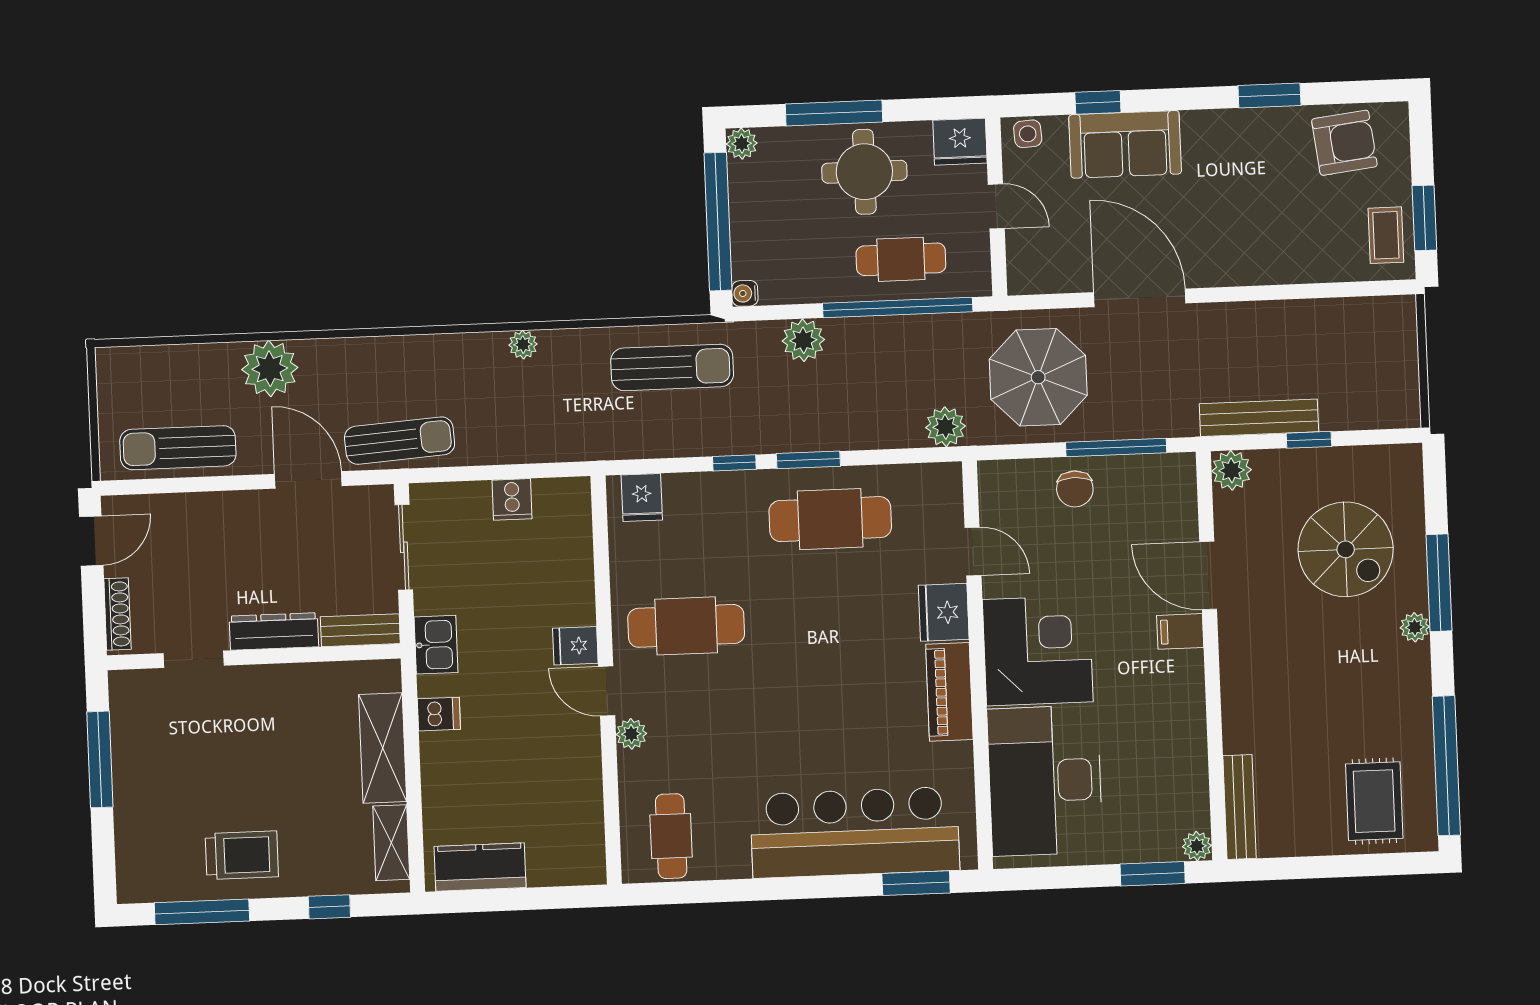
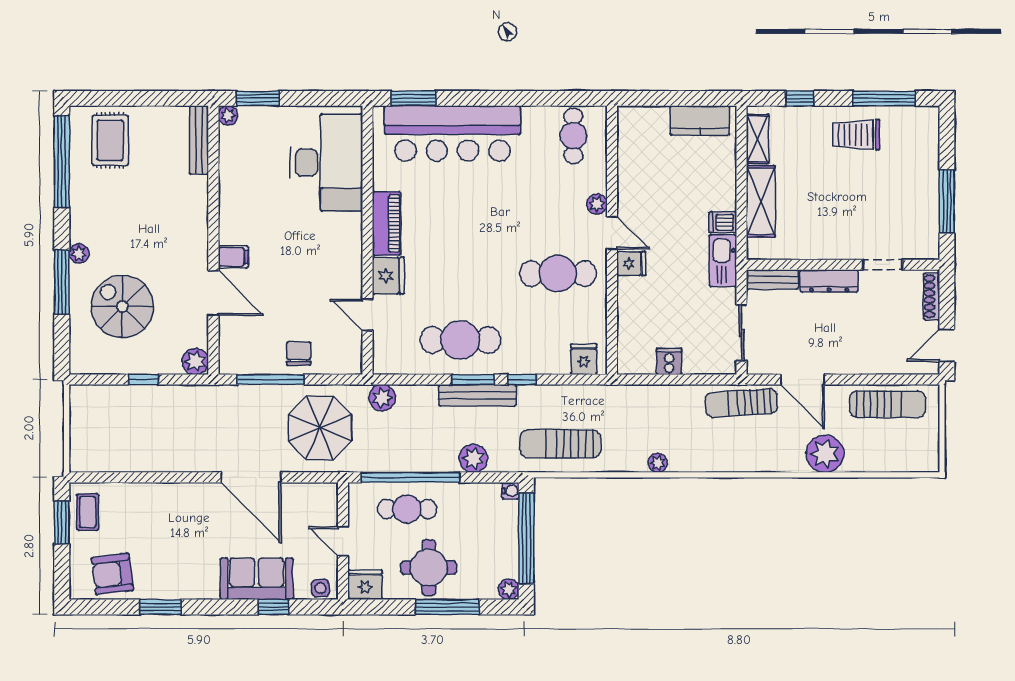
bench: (1259, 418) -> (477, 395), moved
kitchen sink: (436, 645) -> (723, 261), width x1.38
corner desk: (1038, 651) -> (327, 248), removed

